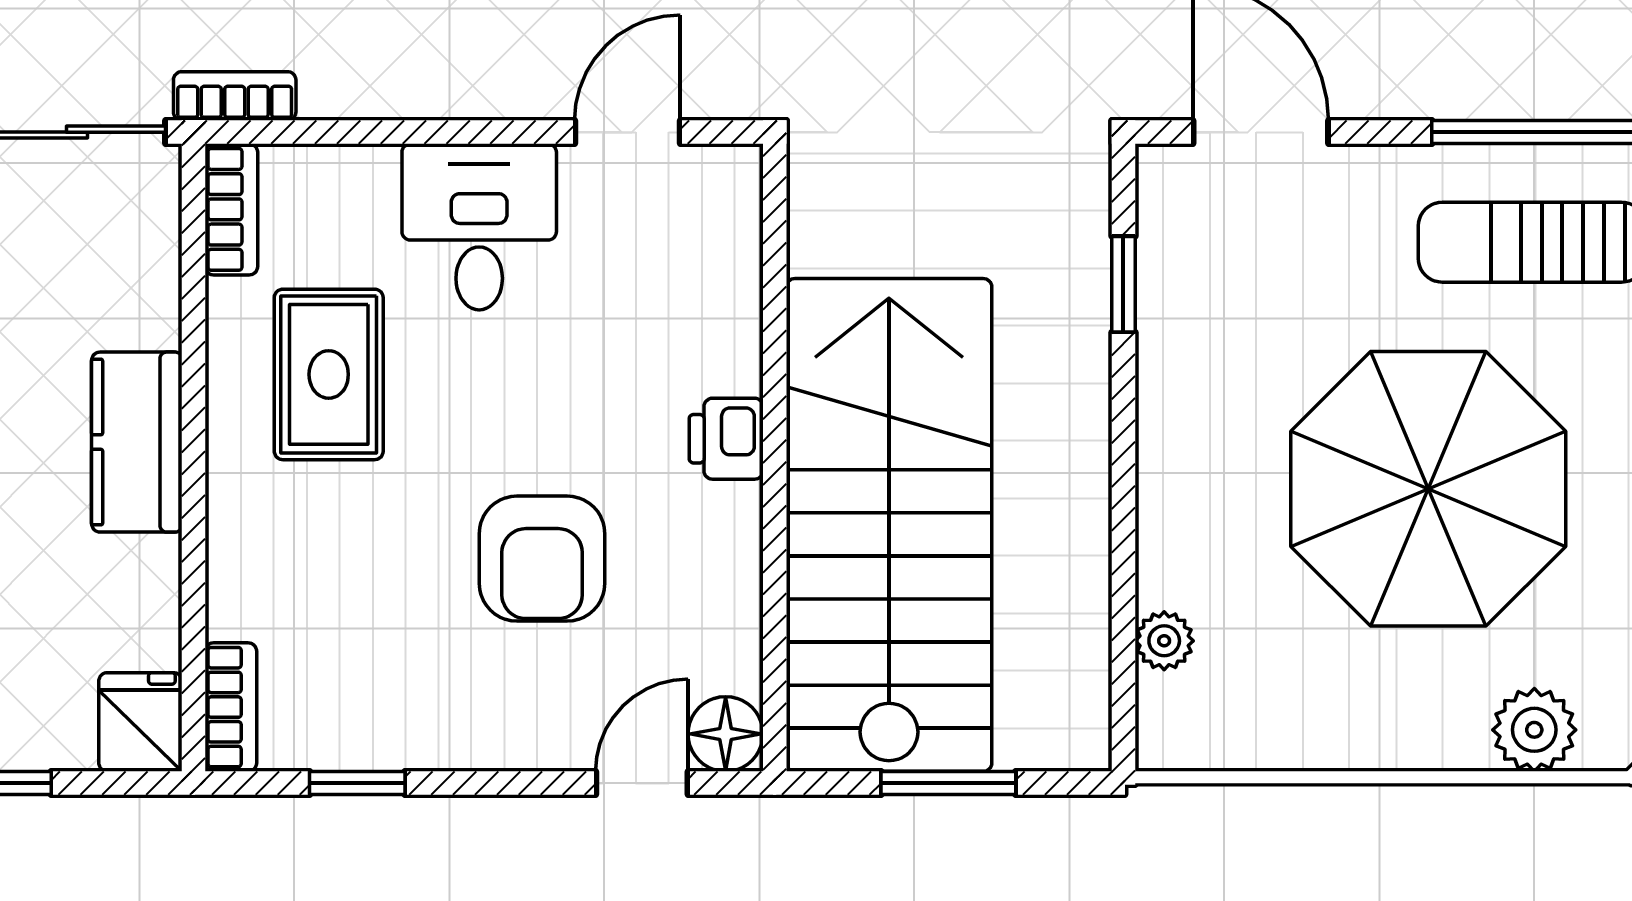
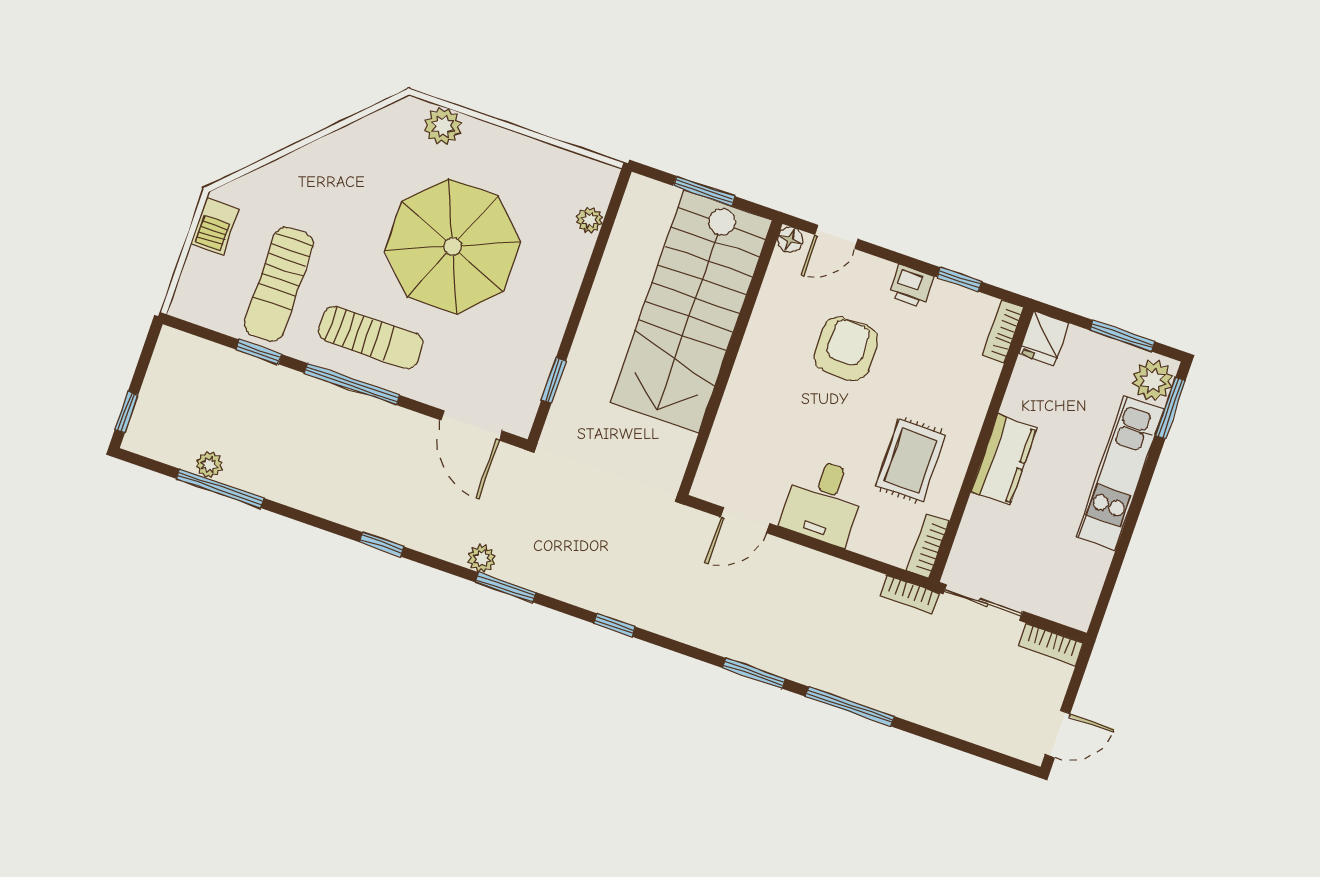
printer: (726, 439) -> (911, 286), moved, turned 90
floor lamp: (726, 734) -> (790, 240), width x0.73, depth x0.73

